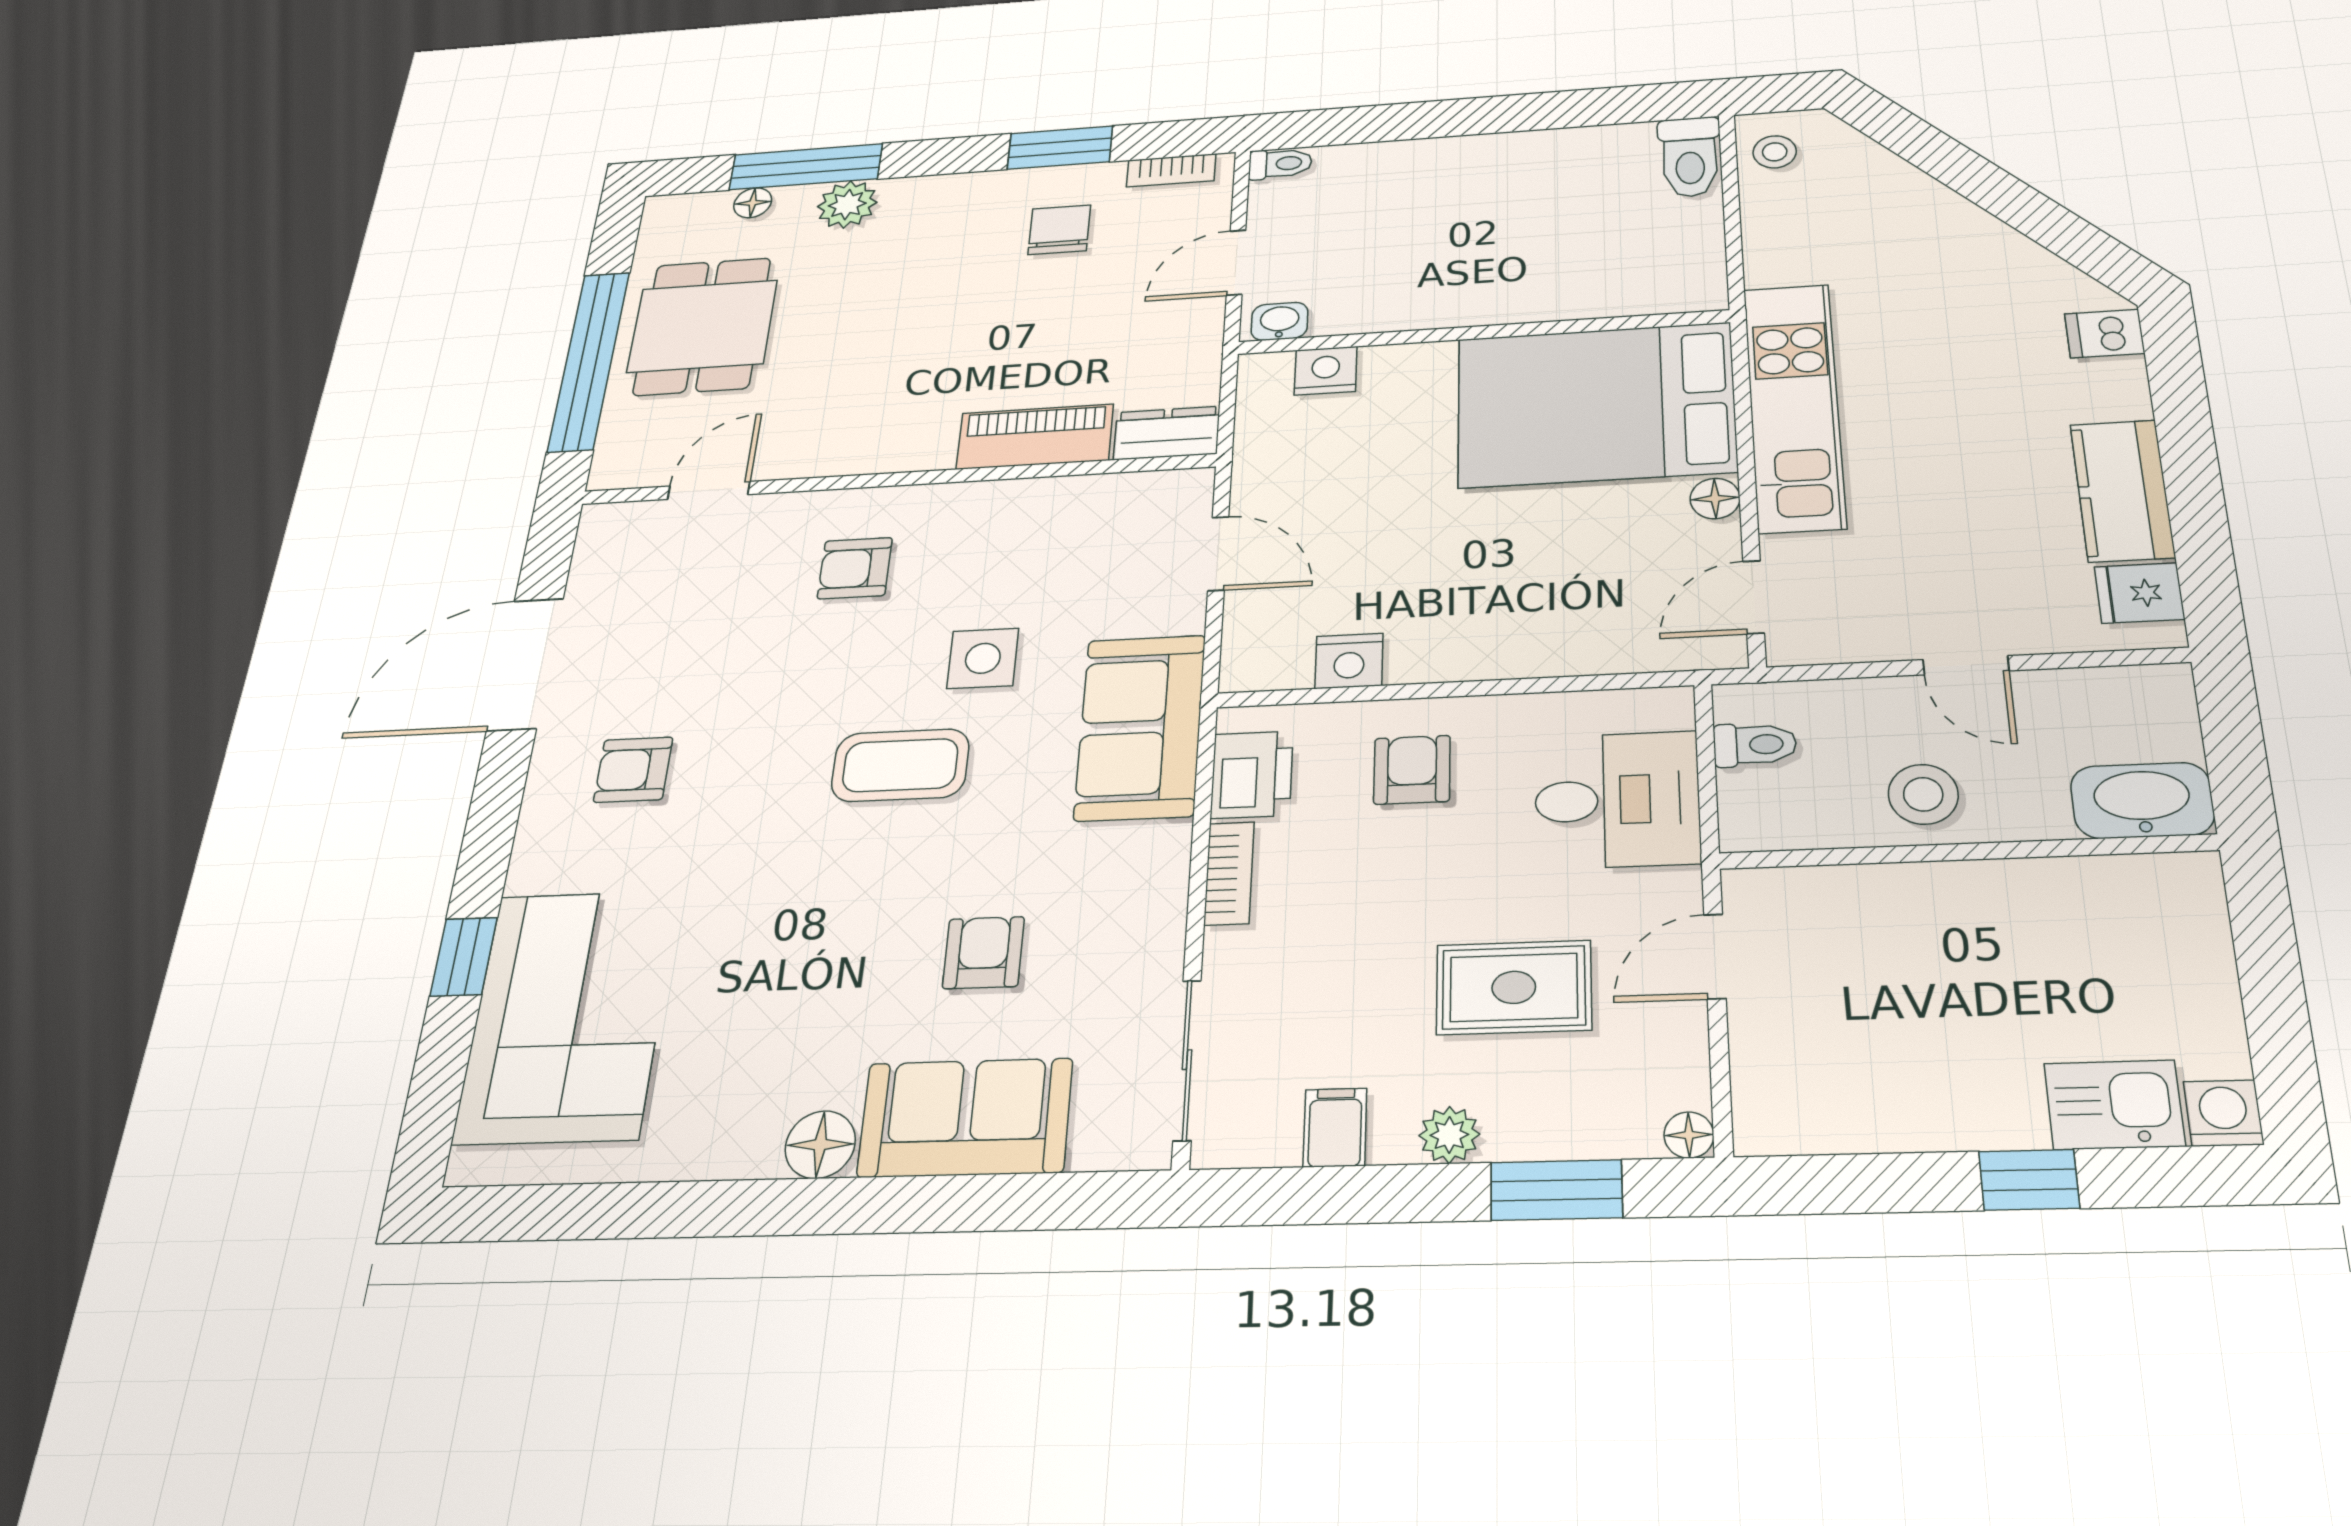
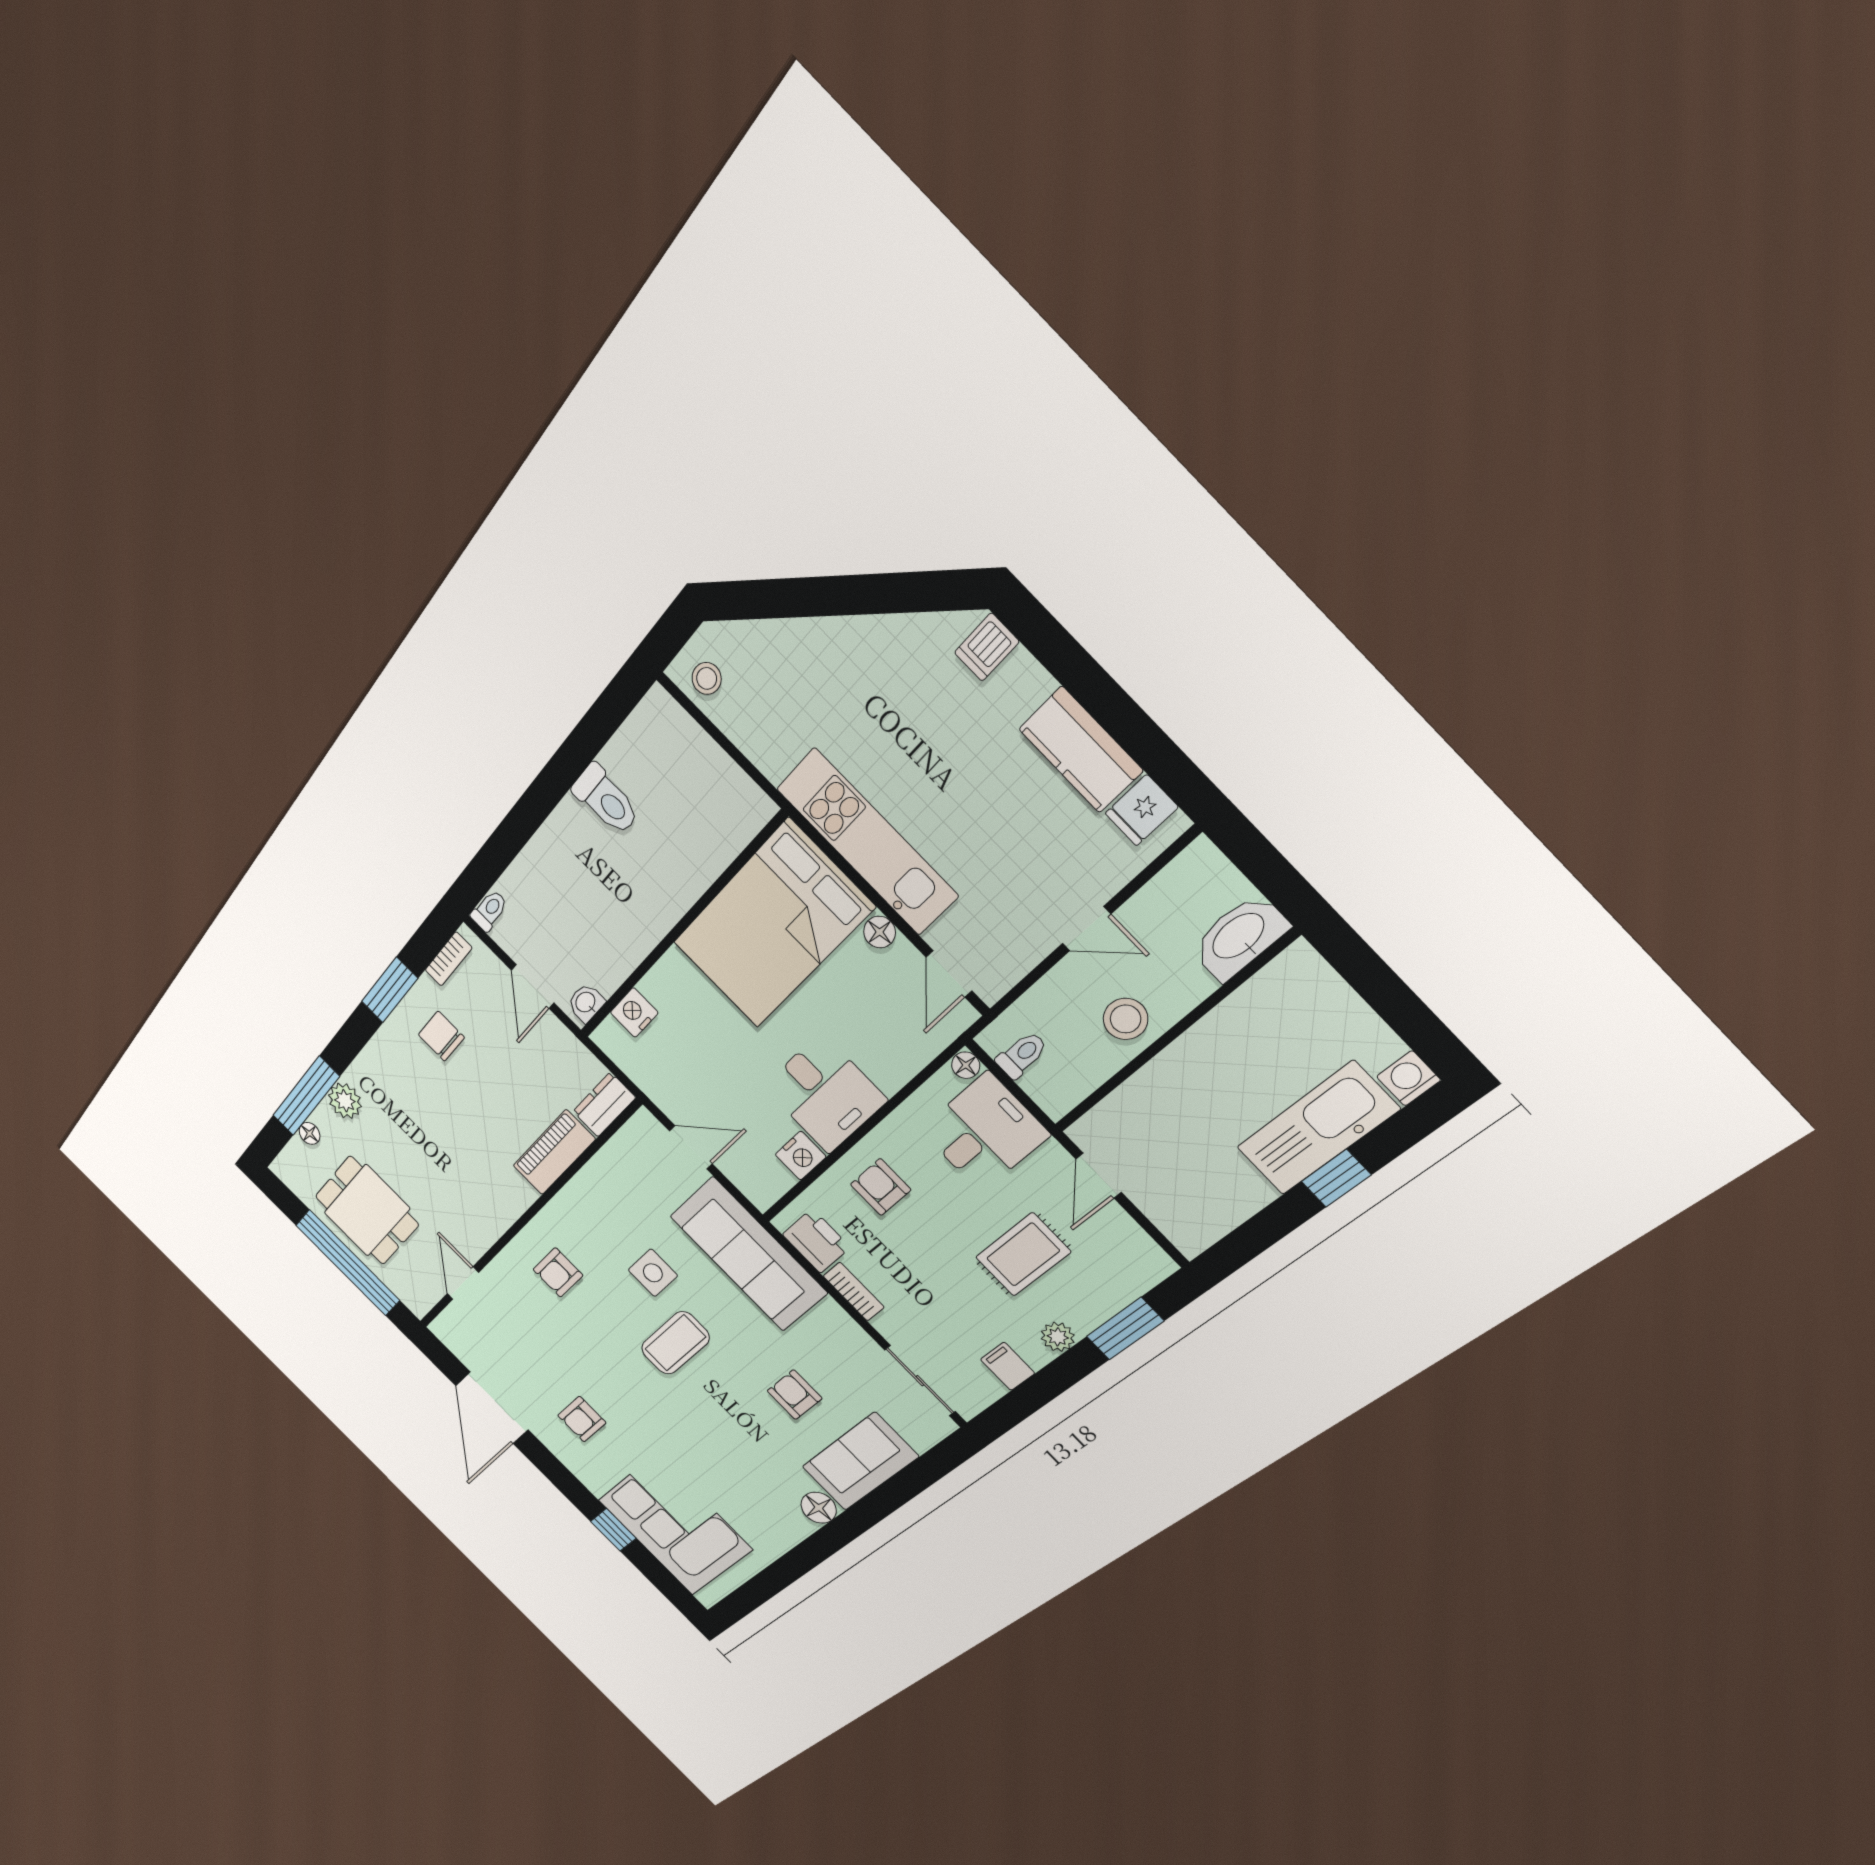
toilet: (1690, 157) -> (606, 800), moved
desk: (1461, 615) -> (825, 1093), added
sofa: (1140, 727) -> (748, 1255), width x1.36
kitchen sink: (2114, 1105) -> (1317, 1128), width x1.88, depth x1.24
floor lamp: (1689, 1135) -> (966, 1065), moved

